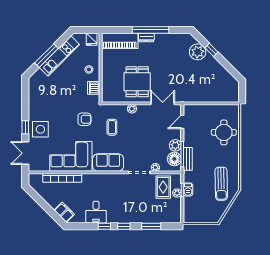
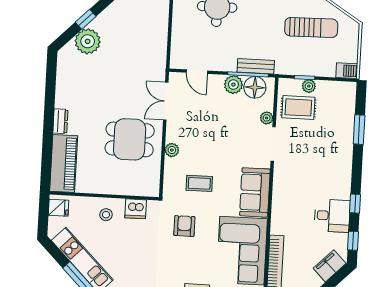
window: (150, 30) -> (49, 114), removed
sun lounger: (221, 184) -> (311, 27), moved
barbecue: (188, 189) -> (347, 71), moved
window: (124, 226) -> (353, 241), moved

